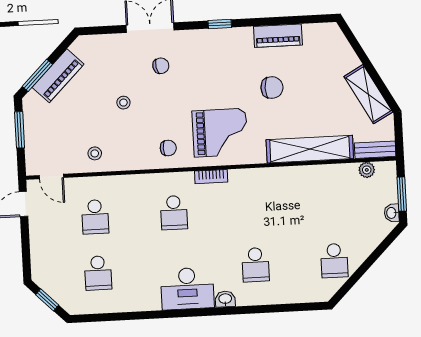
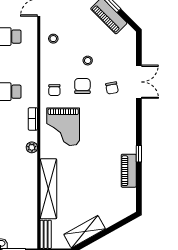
window: (220, 24) -> (139, 154), moved
chair: (272, 88) -> (82, 86), moved, turned 180
plant: (367, 170) -> (32, 147), moved

